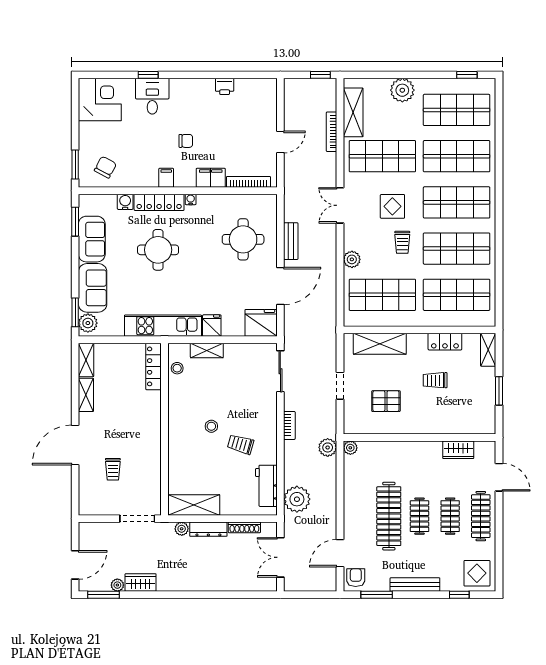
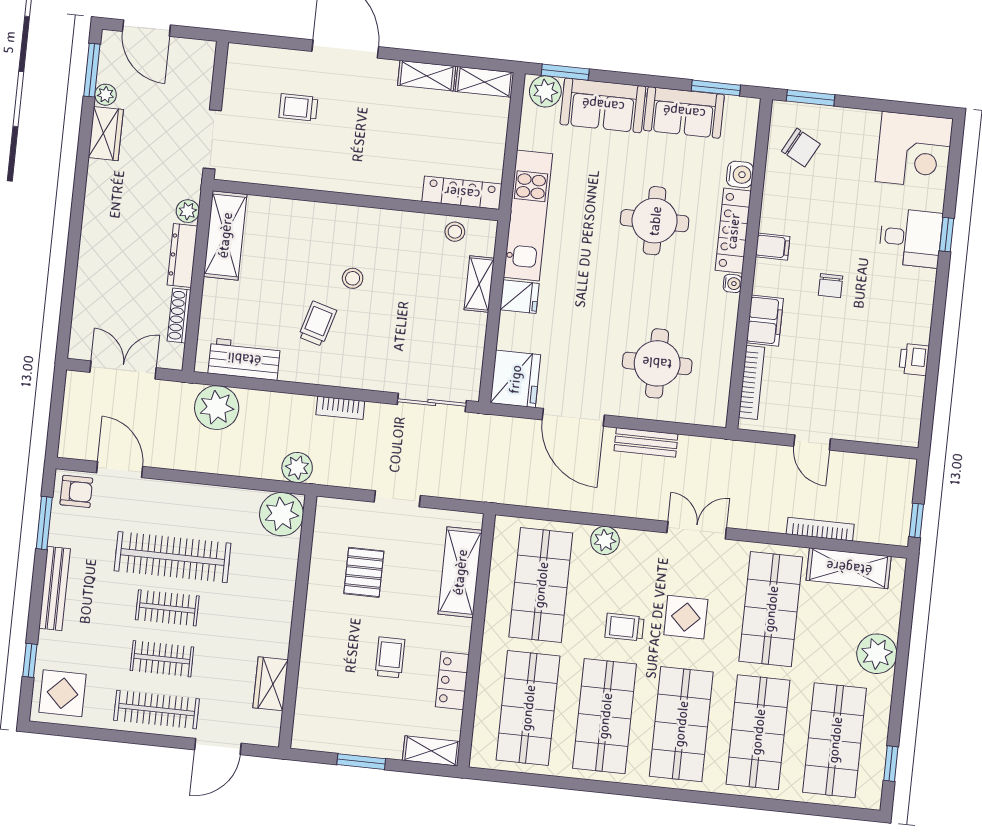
plant: (350, 448) -> (281, 514), width x1.87, depth x1.87

